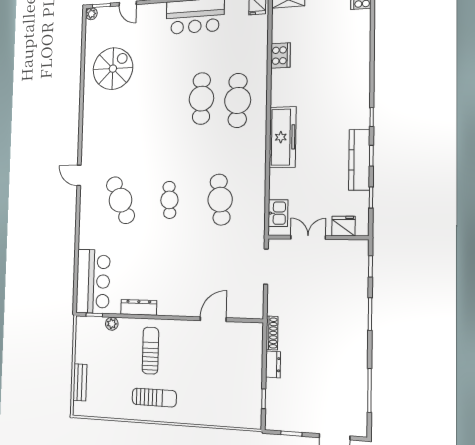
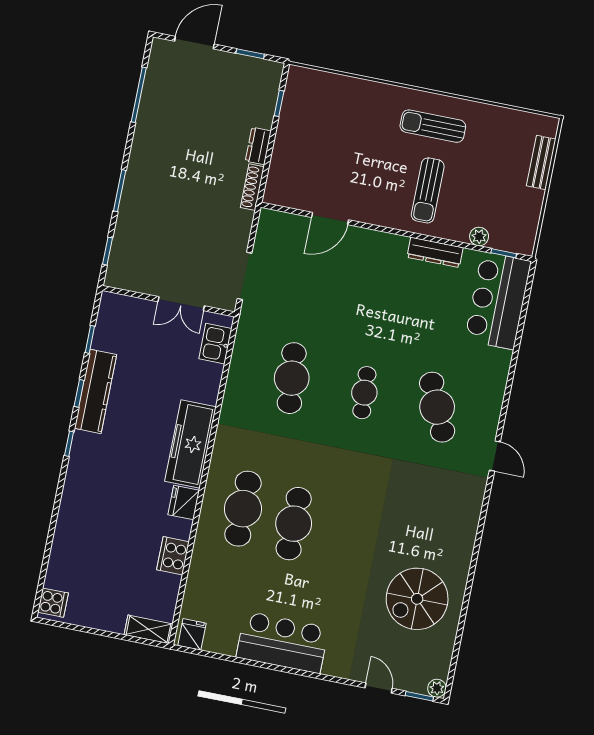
fridge: (343, 226) -> (184, 502), moved, turned 90

